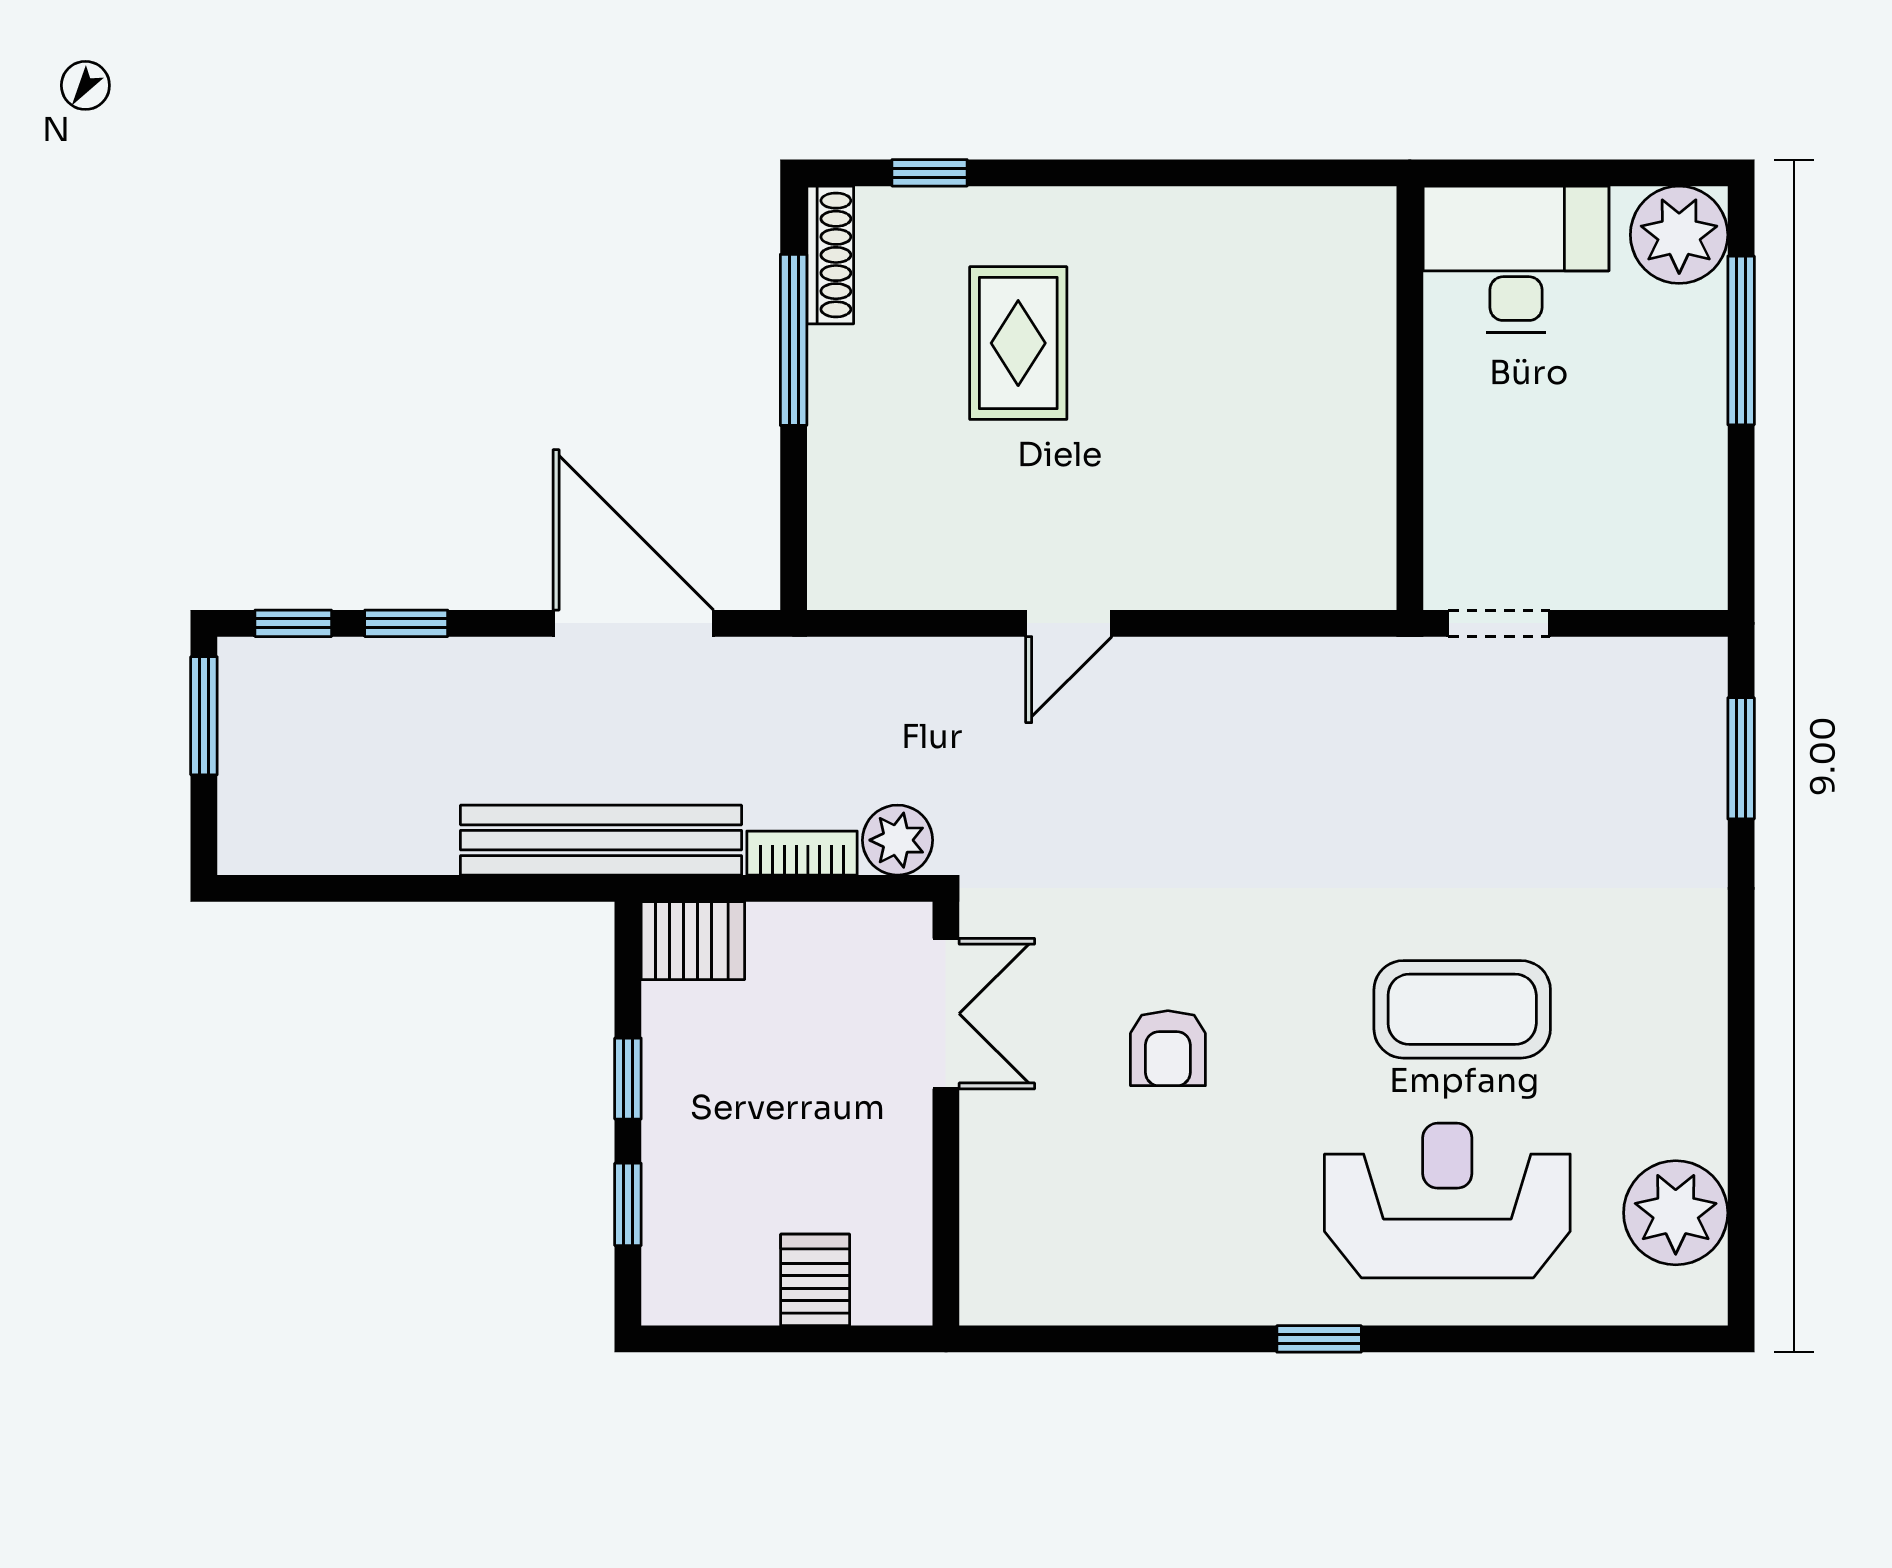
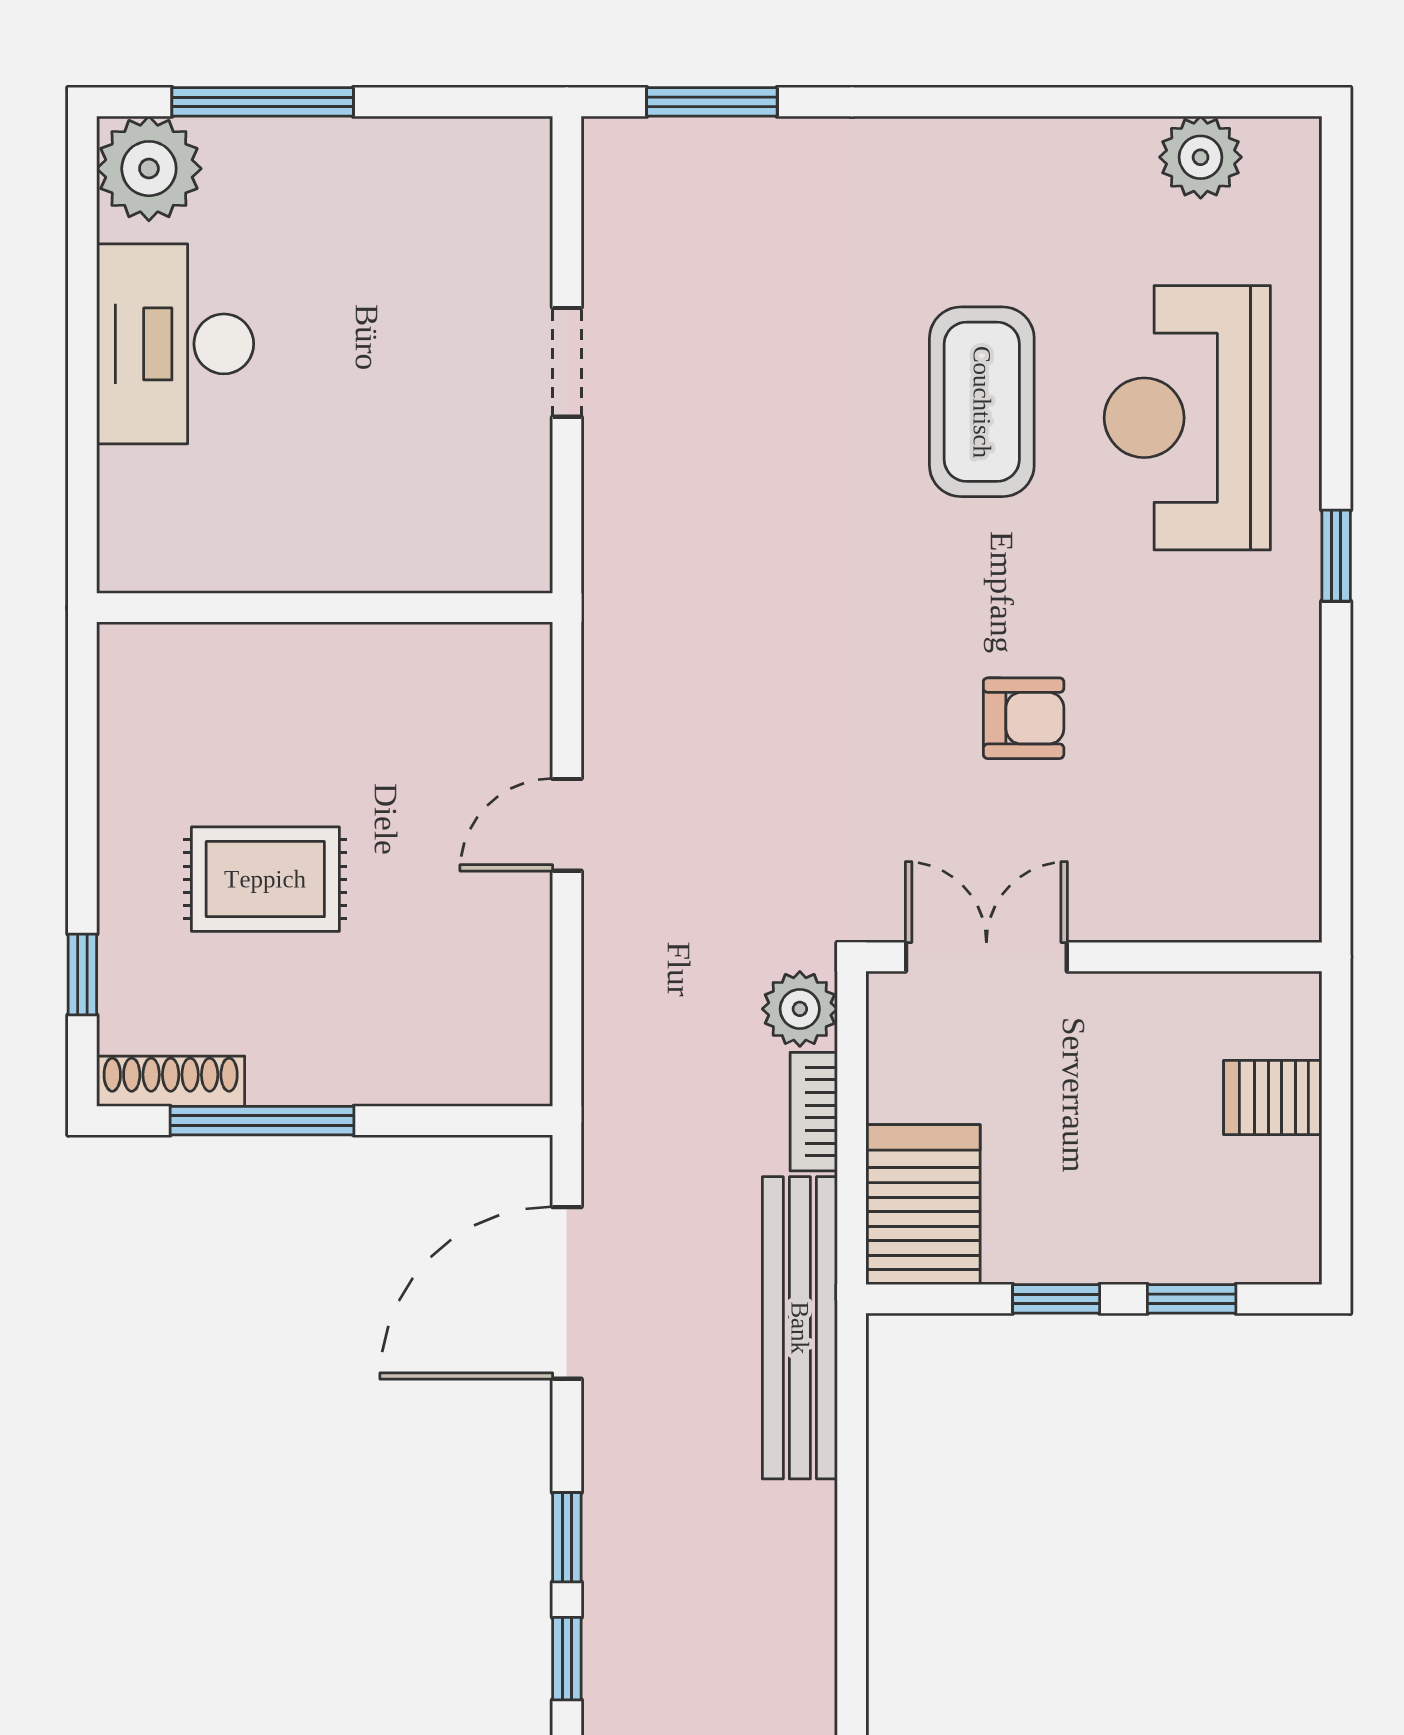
wall: (1410, 398) -> (325, 608), moved
door: (1069, 623) -> (567, 825), swing flipped
server rack: (693, 941) -> (923, 1205), width x1.36, depth x1.44
plant: (1676, 1213) -> (1201, 157), width x0.73, depth x0.73

